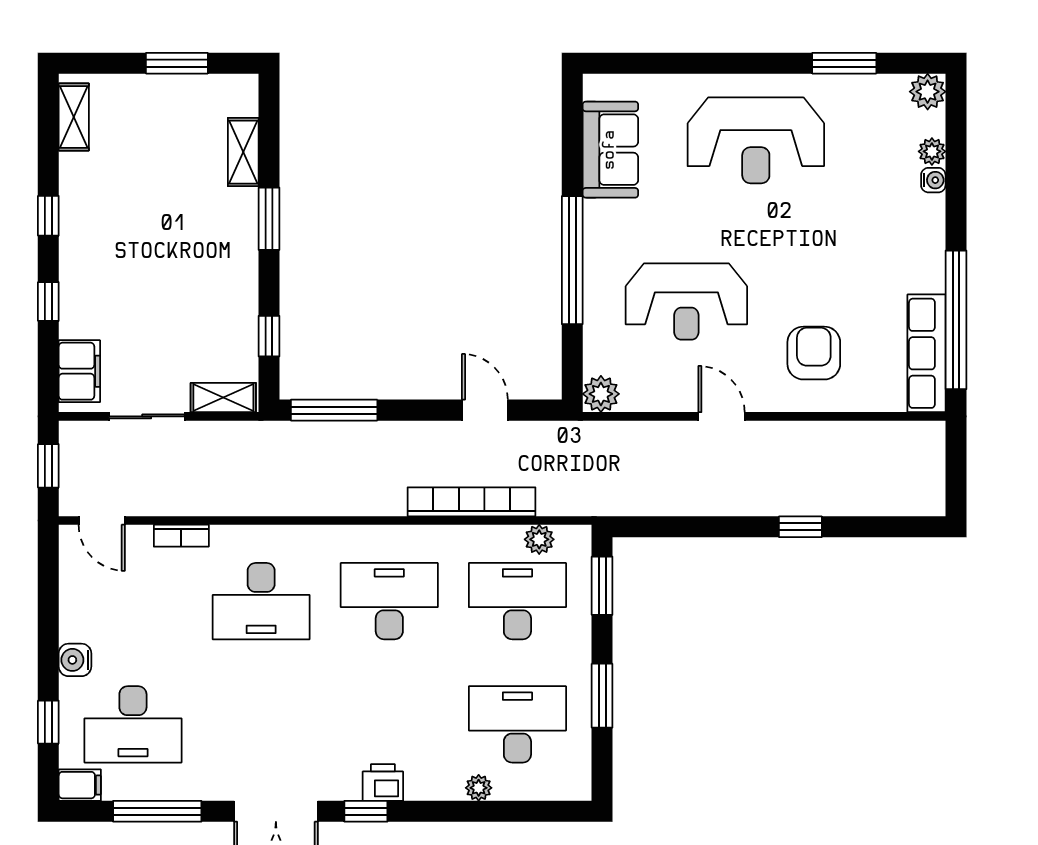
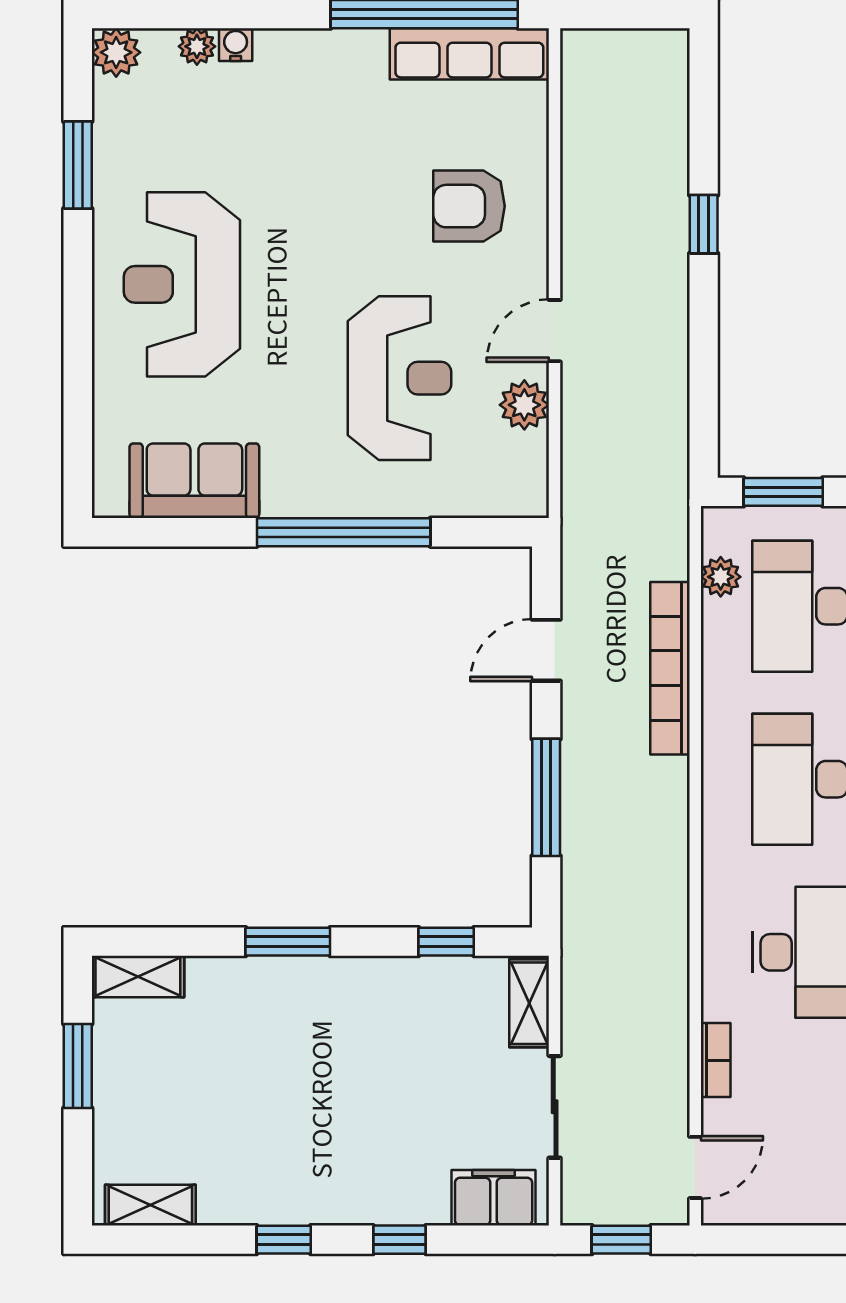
reception desk: (756, 140) -> (182, 284), turned 180
shelving: (243, 152) -> (138, 976), moved
plant: (601, 394) -> (524, 405), moved
window: (334, 410) -> (546, 797), moved

